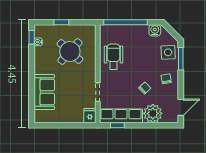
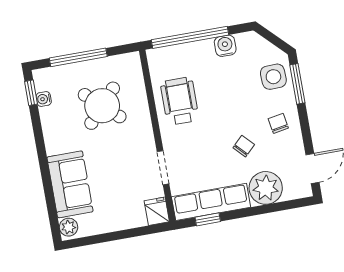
window: (61, 22) -> (78, 57), width x2.17
water cooler: (155, 30) -> (225, 46), moved
plant: (39, 116) -> (69, 227), added

